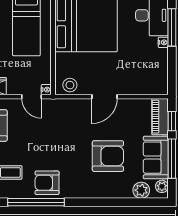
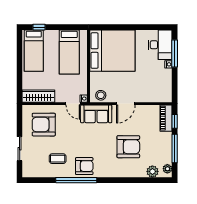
sofa: (156, 158) -> (96, 114), moved, turned -90
armchair: (47, 183) -> (84, 166), turned 180

